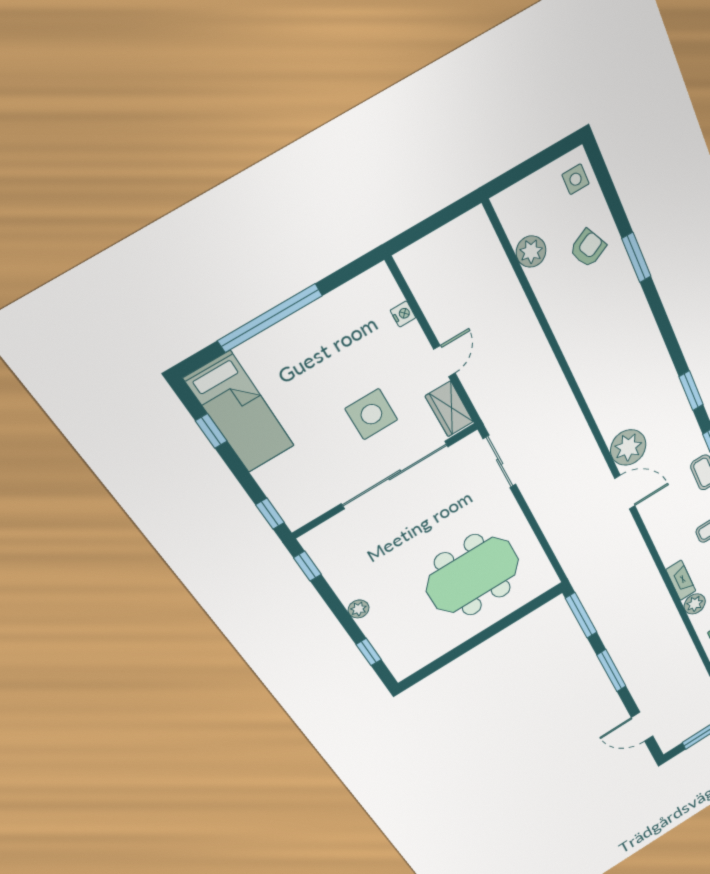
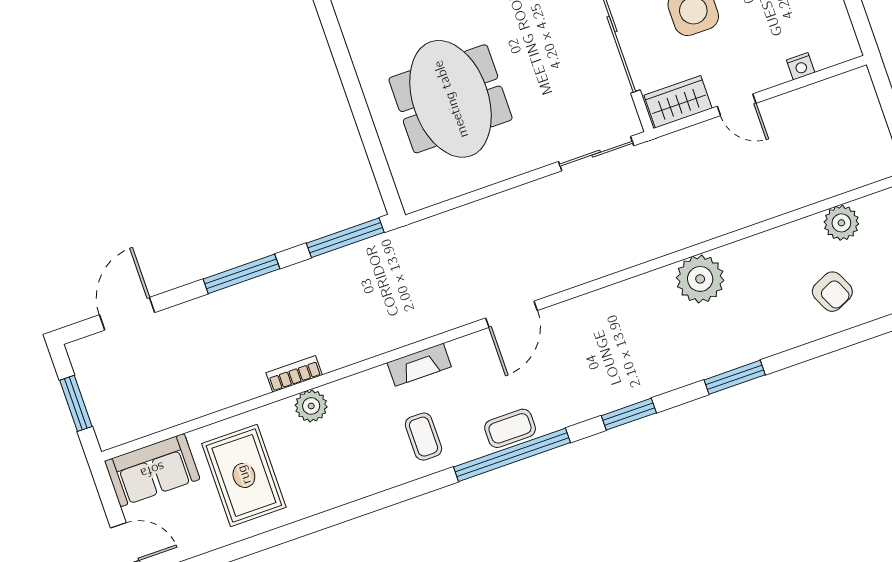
window: (636, 258) -> (735, 377), moved
plant: (628, 447) -> (700, 279), moved
fireplace: (681, 580) -> (419, 365), moved
bookcase: (674, 620) -> (294, 374), added

